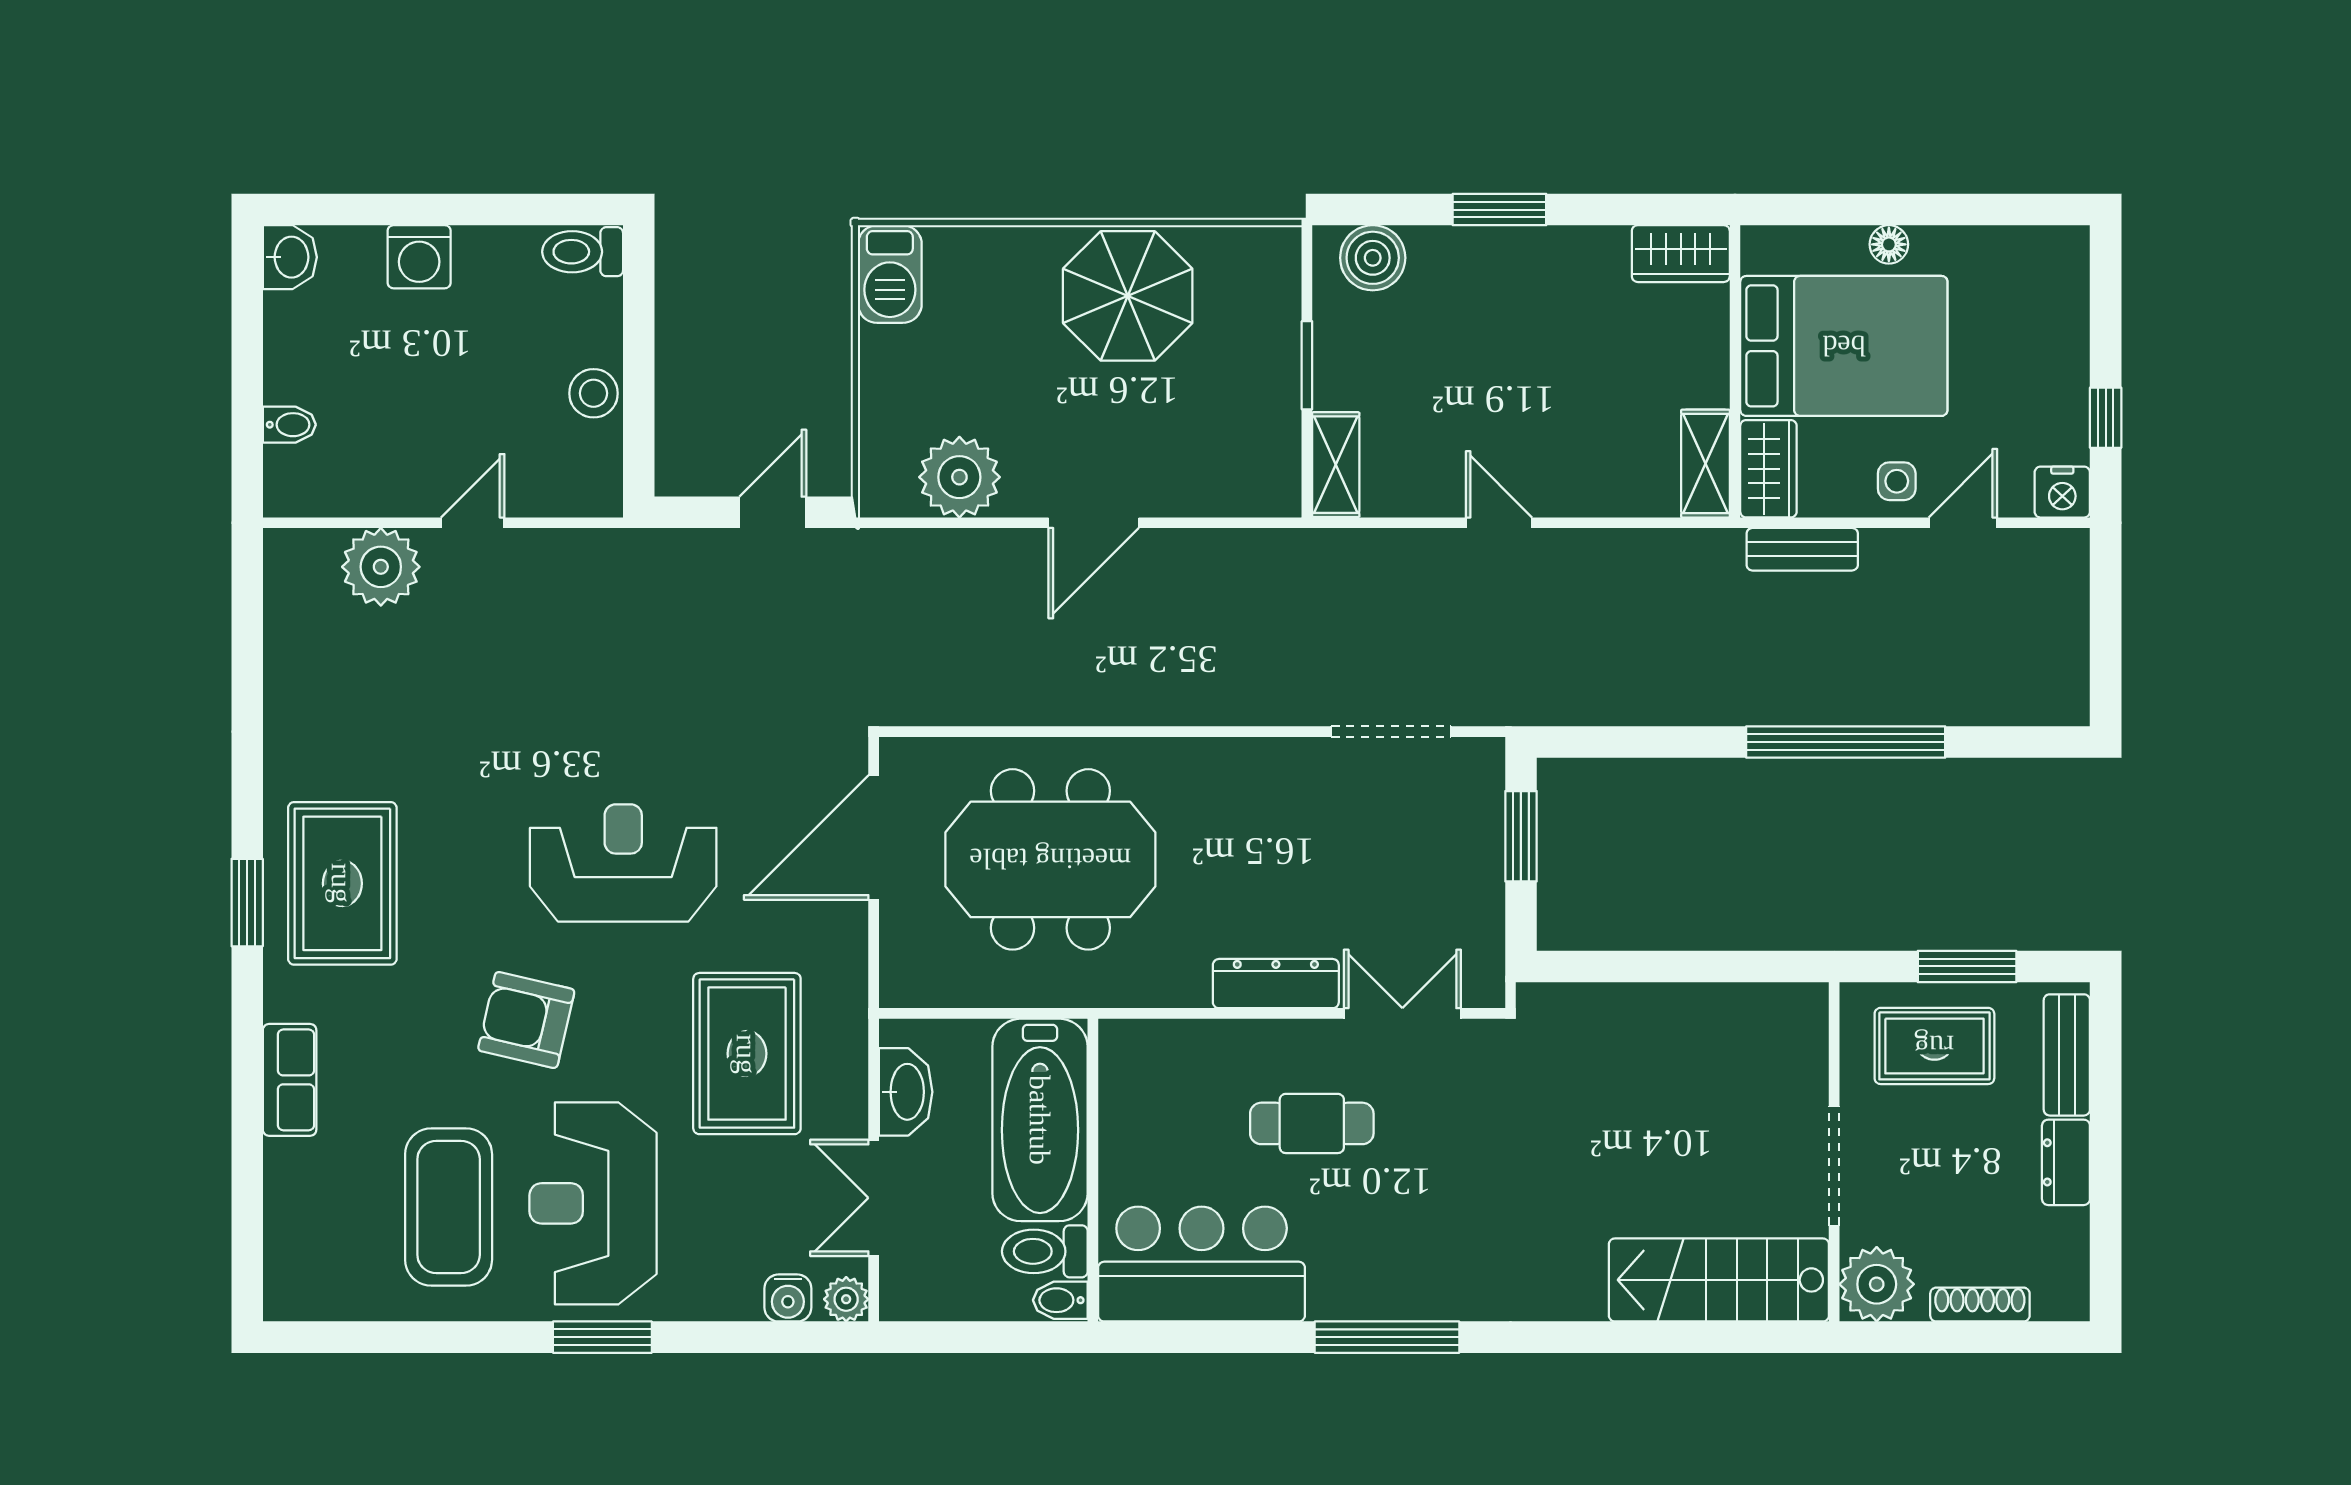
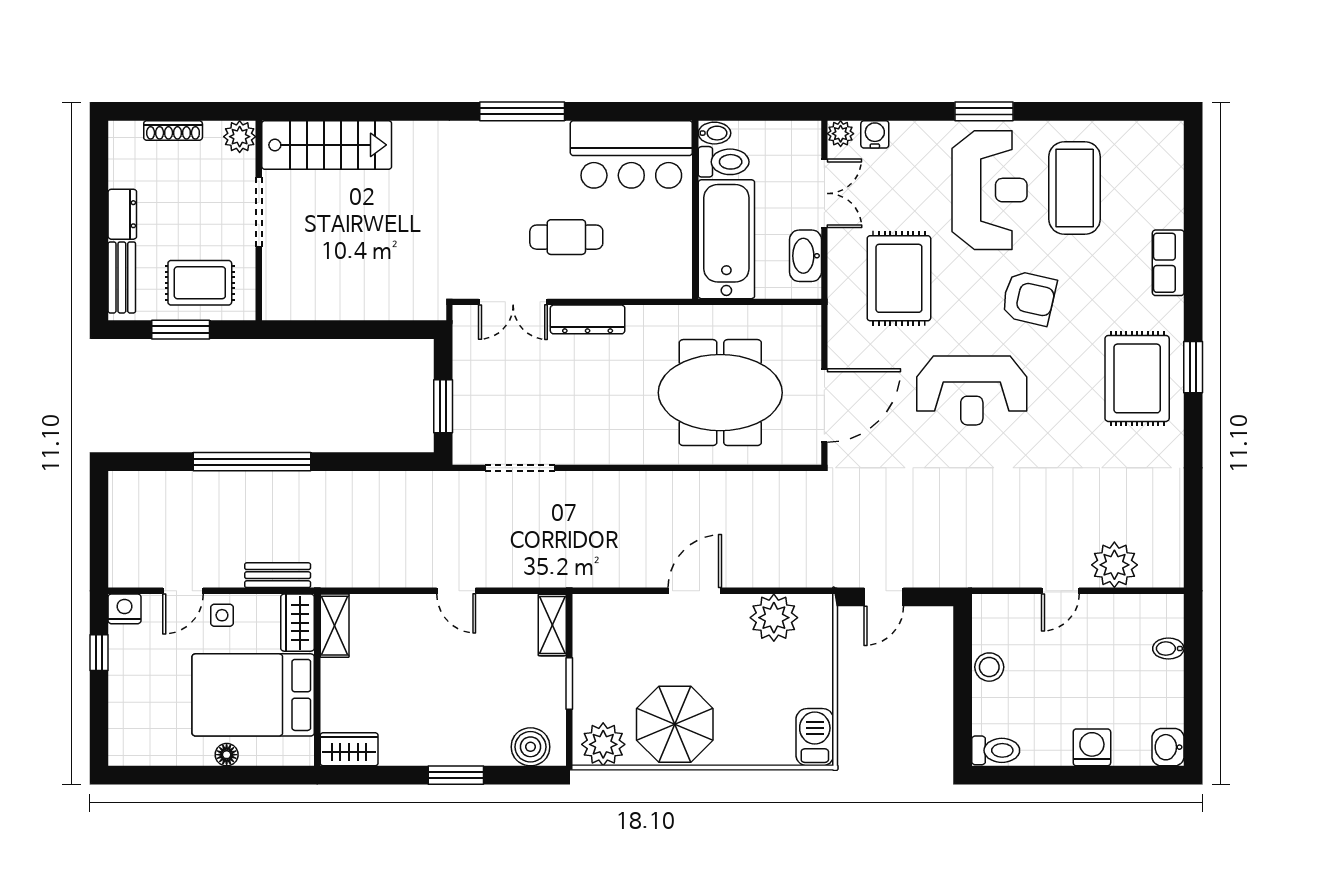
plant: (1249, 262) -> (603, 744), added
plant: (1877, 1284) -> (240, 137), width x0.73, depth x0.73

